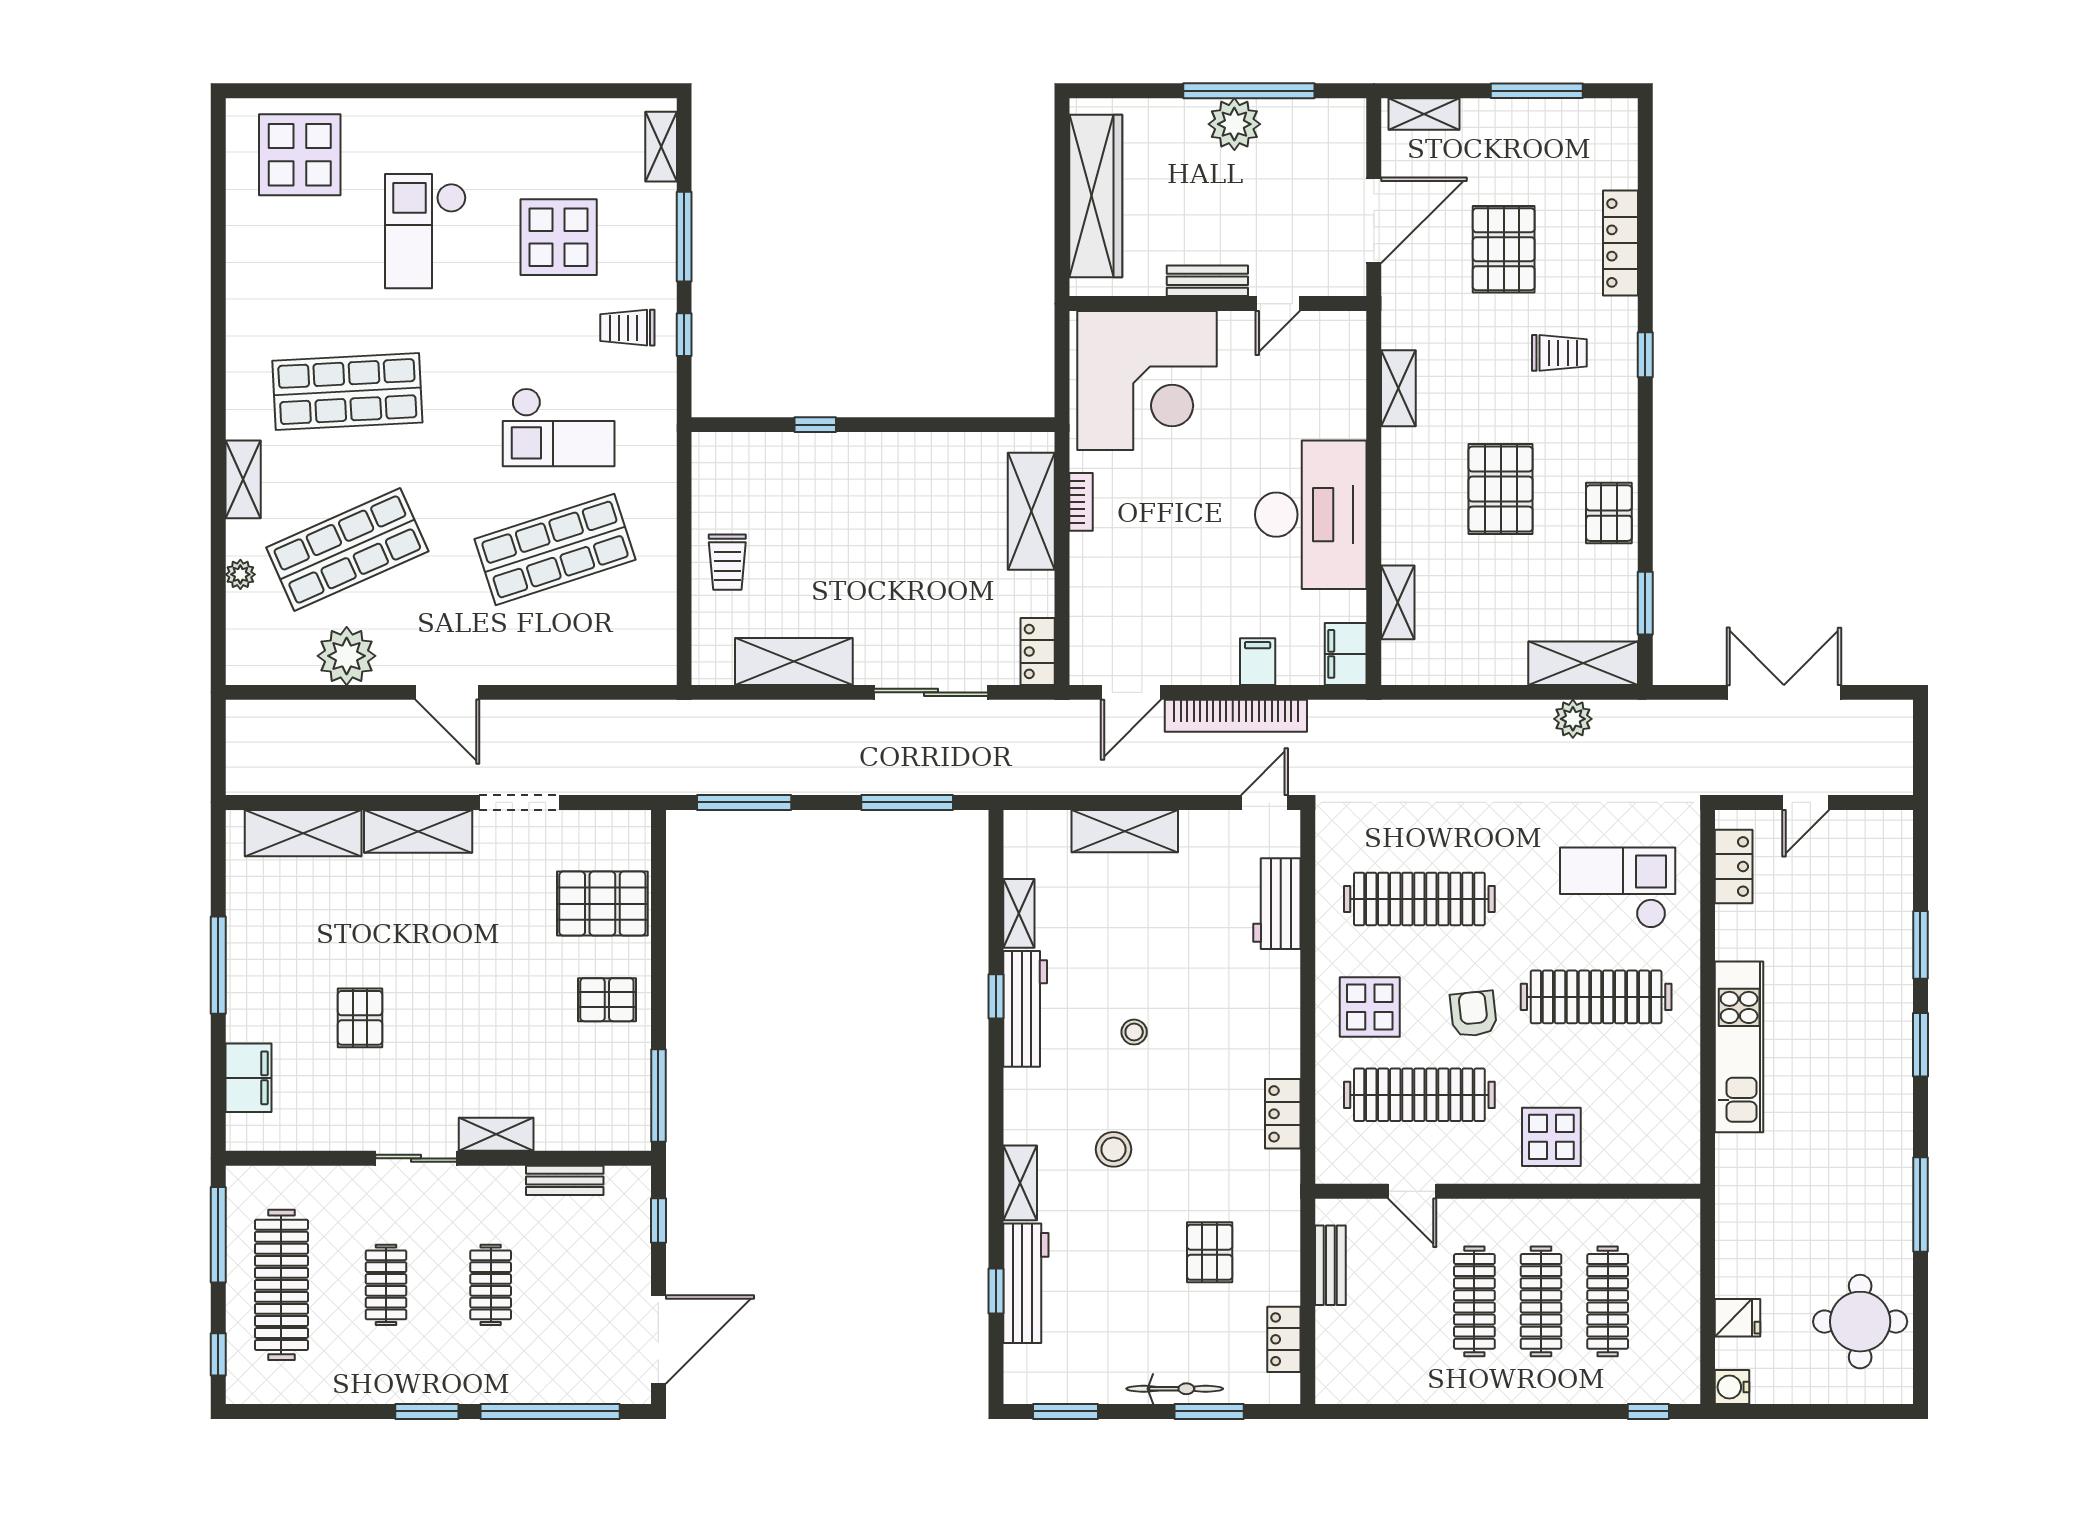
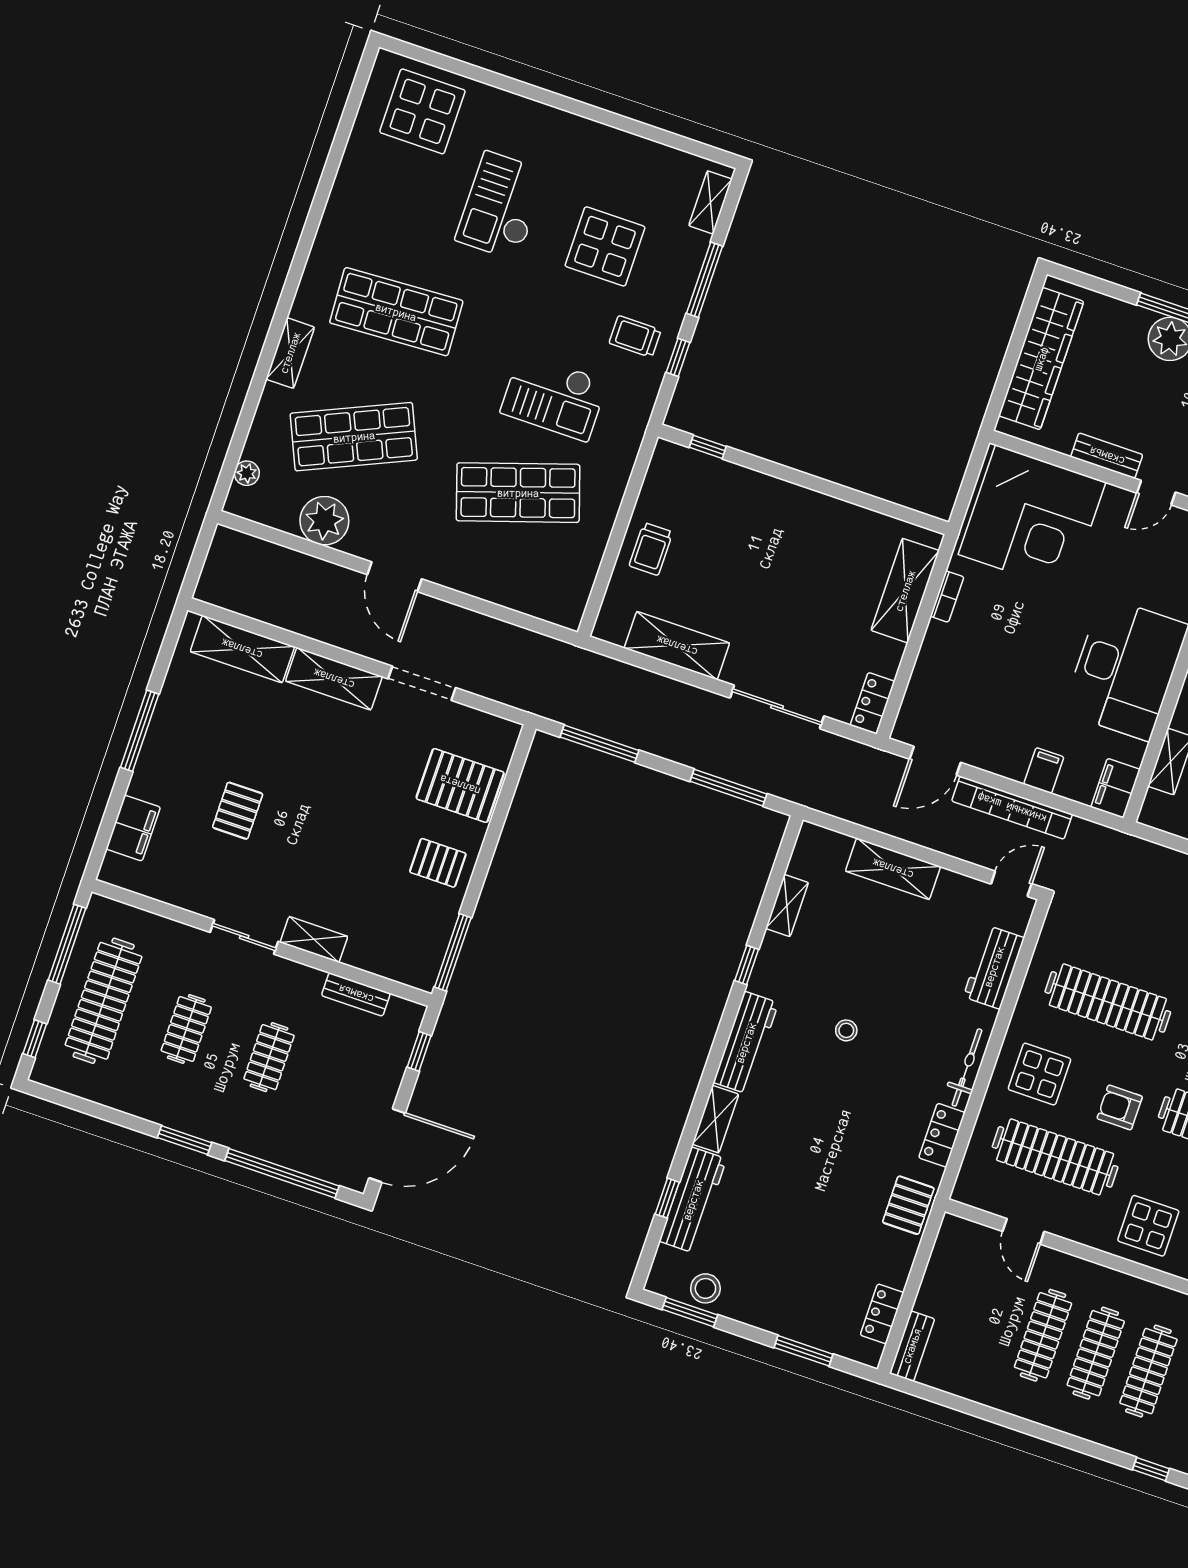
window: (815, 425) -> (708, 447), moved
plant: (240, 574) -> (247, 473), moved
workbench: (1025, 1009) -> (746, 1043), moved
armchair: (1473, 1014) -> (1120, 1107), turned -84
stool: (1114, 1149) -> (705, 1288), moved
pallet: (1210, 1252) -> (908, 1205), moved
bench: (1330, 1265) -> (912, 1346), moved
bicycle: (1175, 1389) -> (967, 1068), moved, turned -90

